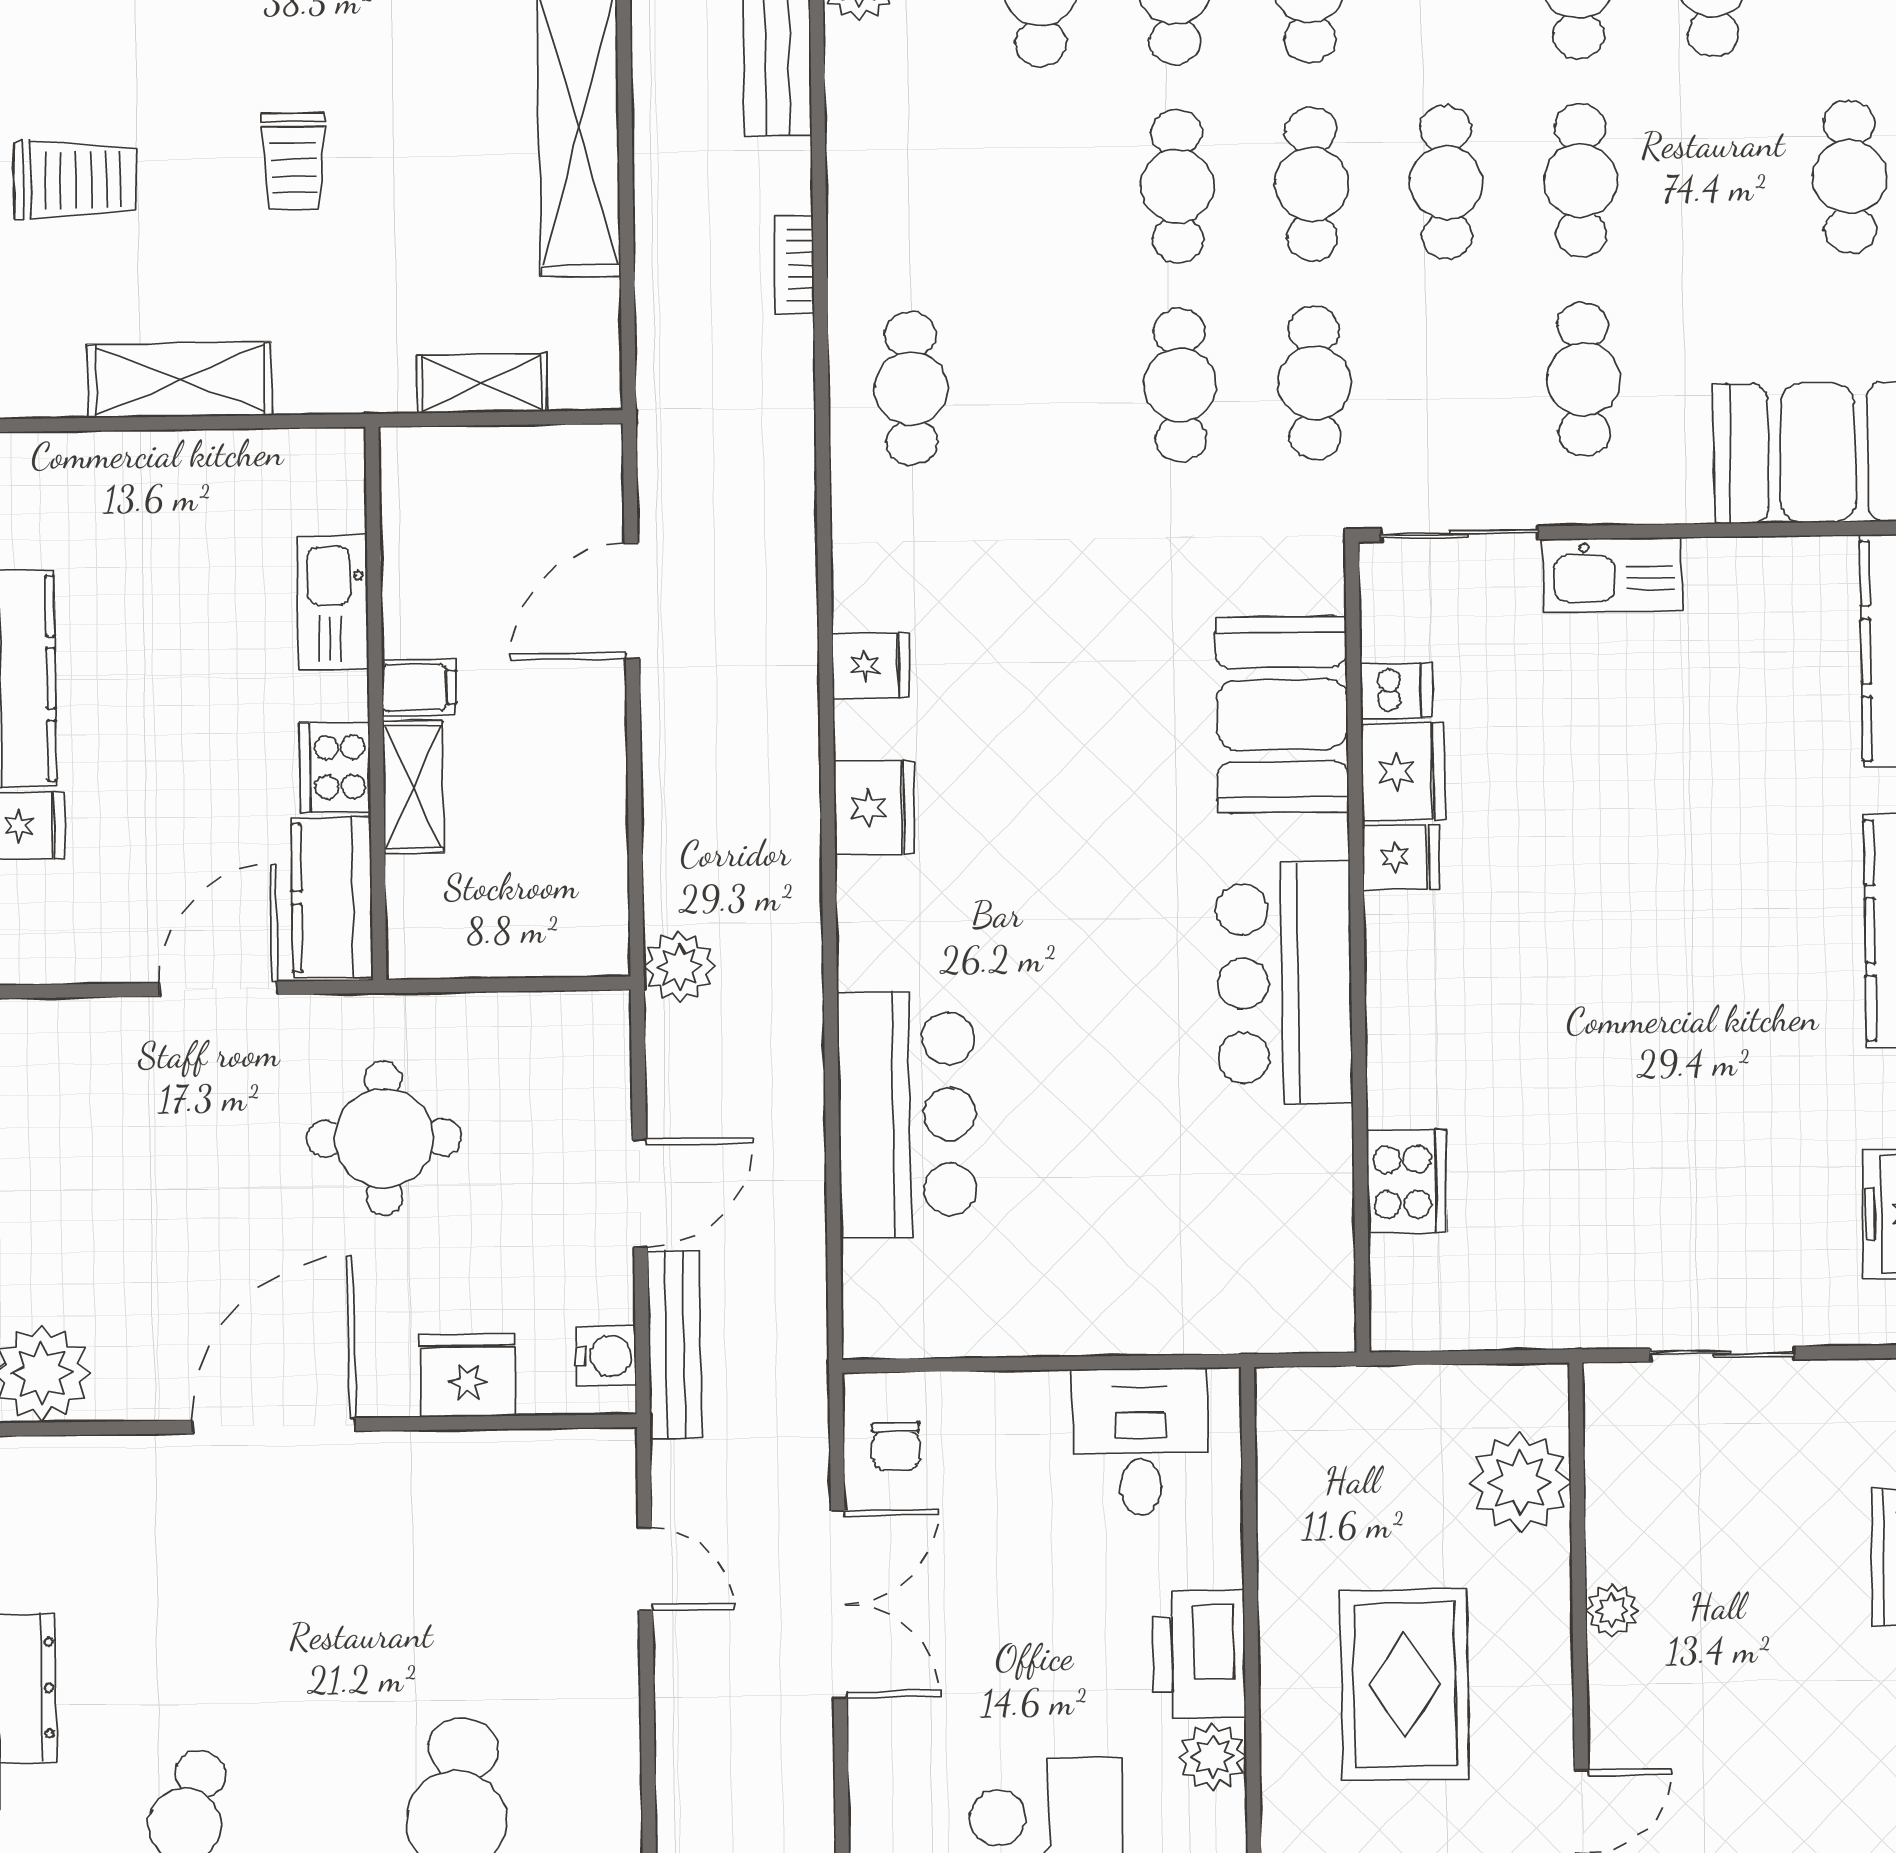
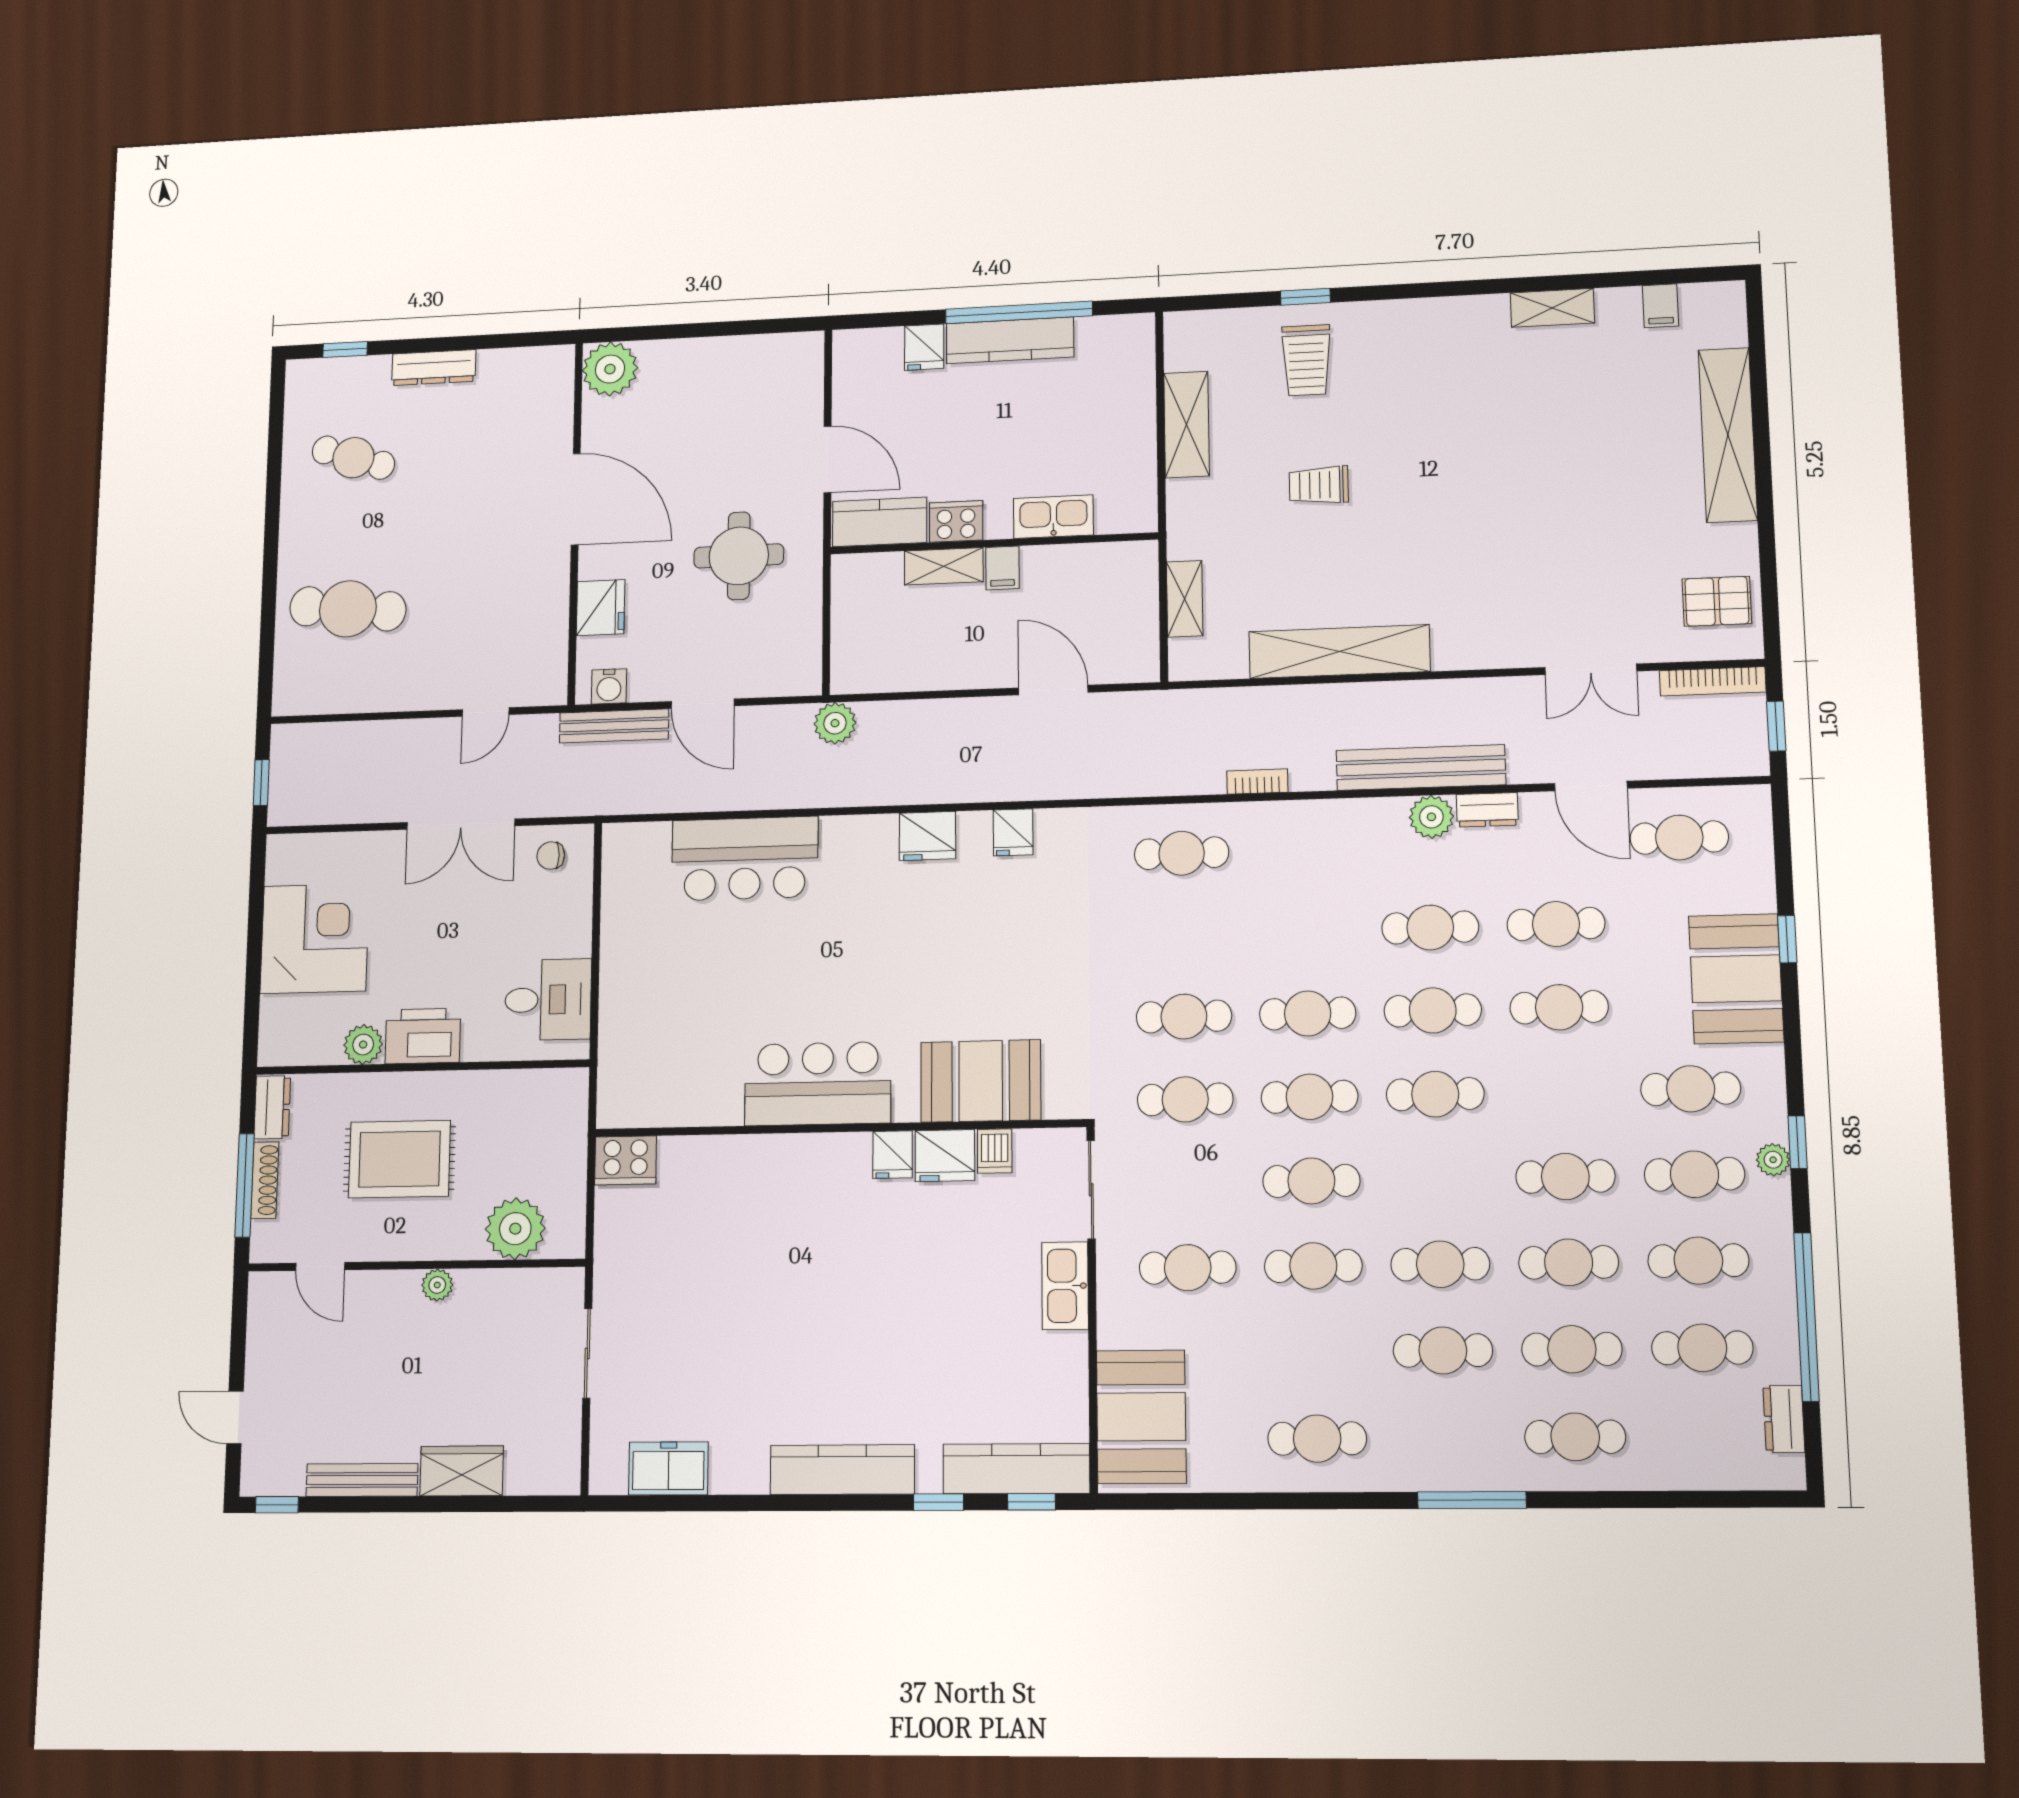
cooker: (1407, 1182) -> (626, 1160), moved

